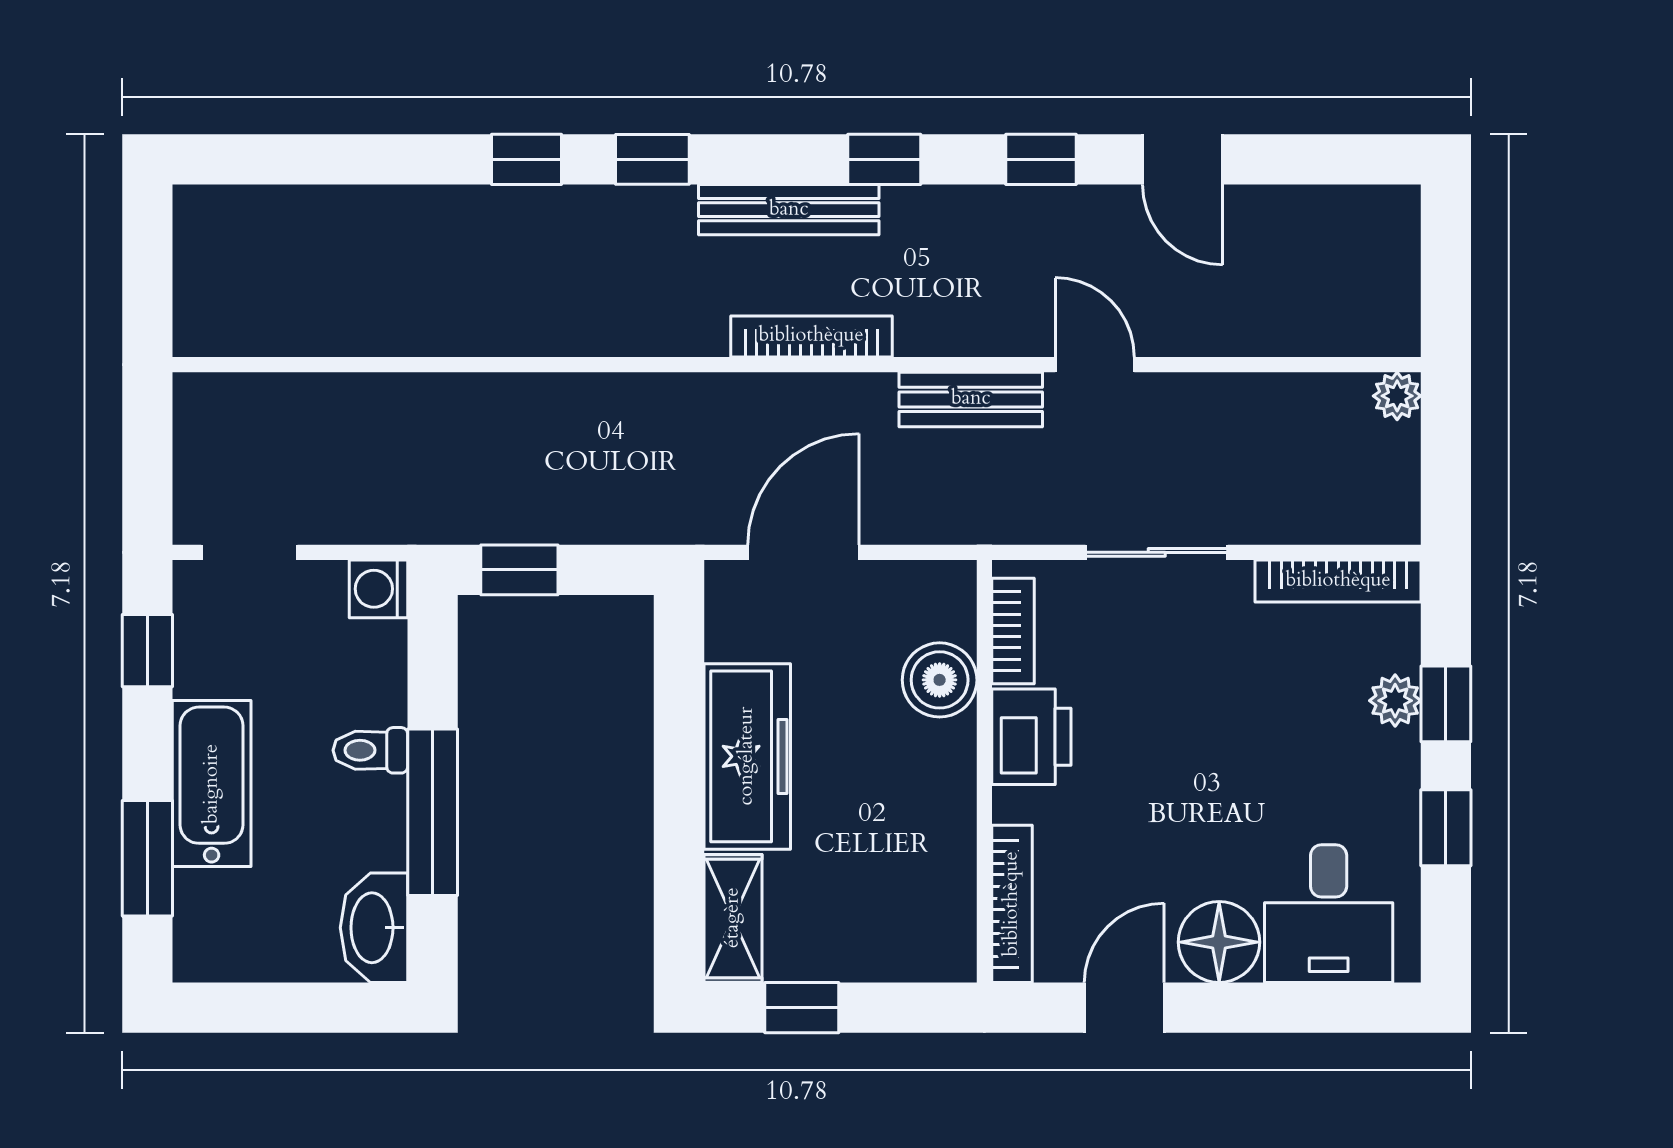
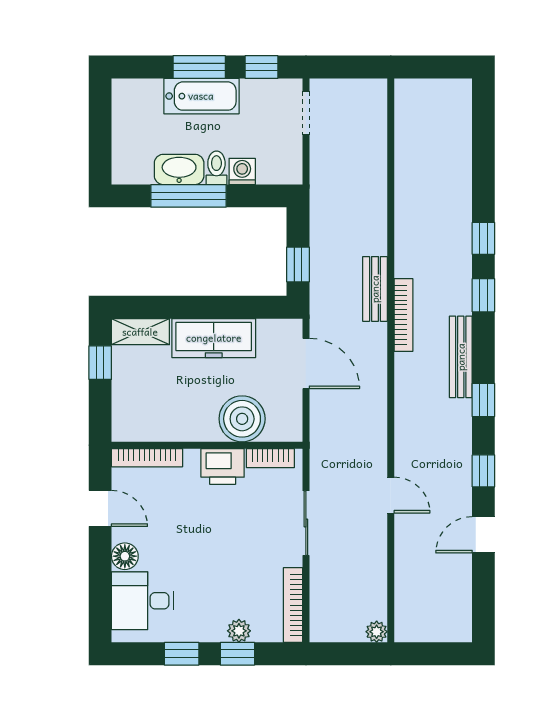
bookcase: (811, 336) -> (403, 315), moved
door: (1095, 365) -> (391, 495), hinge flipped
bench: (971, 399) -> (375, 289), moved
window: (519, 570) -> (298, 264), moved
washing machine: (378, 589) -> (242, 171), moved
boiler: (940, 680) -> (242, 419), width x1.37, depth x1.37
window: (147, 858) -> (199, 67), moved
washbasin: (374, 928) -> (179, 169), moved
floor lamp: (1219, 942) -> (125, 556), width x0.73, depth x0.73

